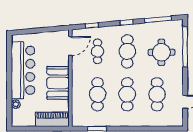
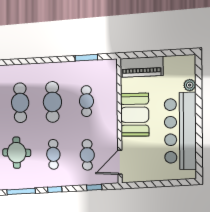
cafe table: (127, 51) -> (53, 154), width x0.73, depth x0.74
cafe table: (98, 94) -> (86, 101), width x0.73, depth x0.74

